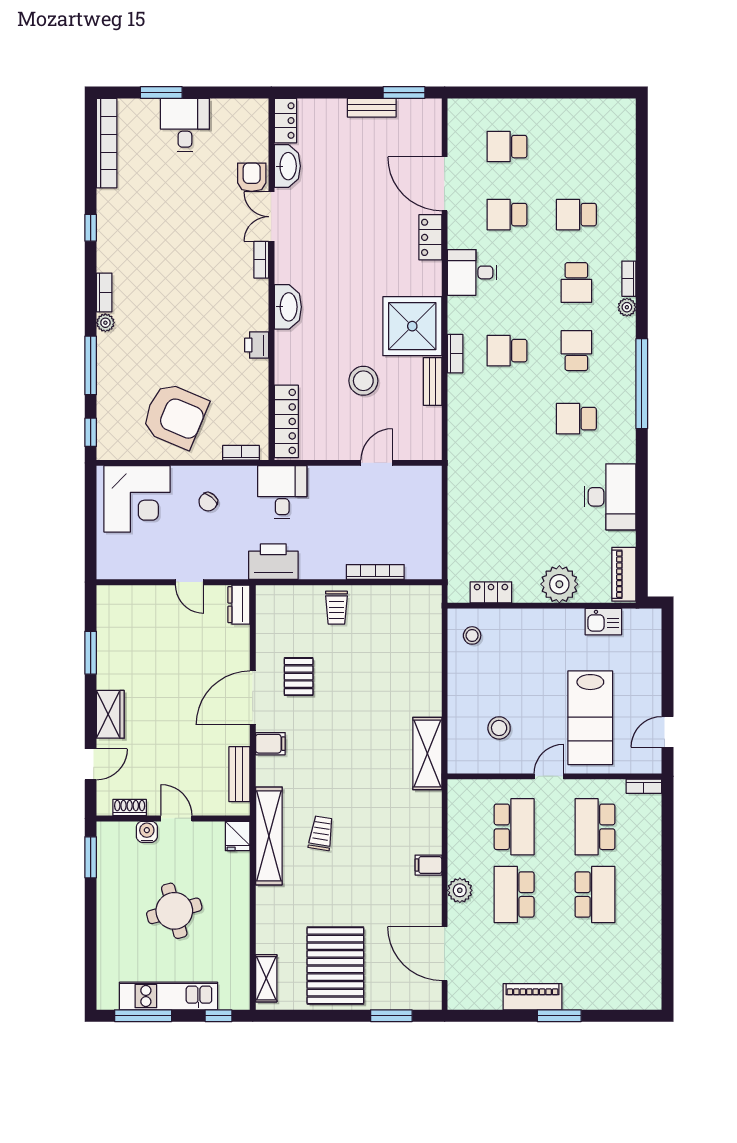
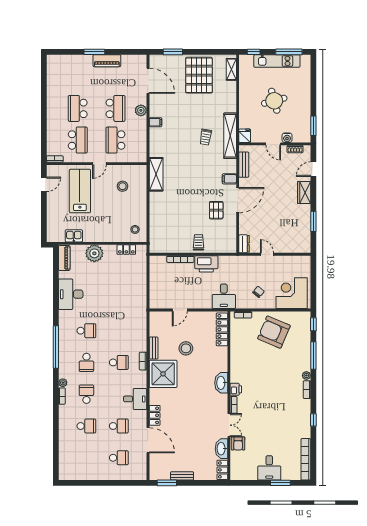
printer: (257, 345) -> (236, 389), moved
printer: (273, 562) -> (206, 264), moved

